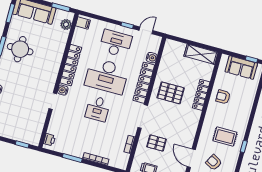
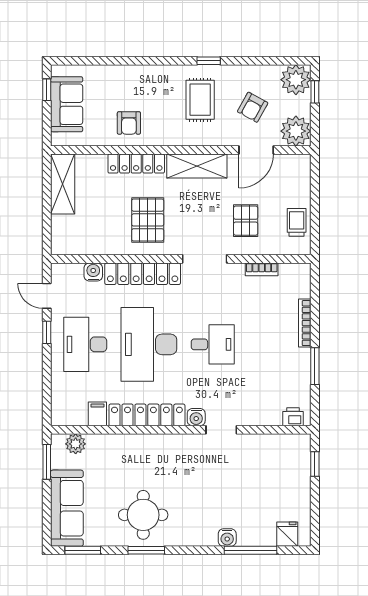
filing cabinet: (83, 23) -> (97, 414), moved
desk: (107, 76) -> (149, 344), turned 180
shelving: (191, 126) -> (197, 166), added

